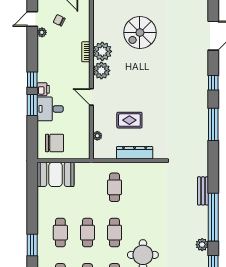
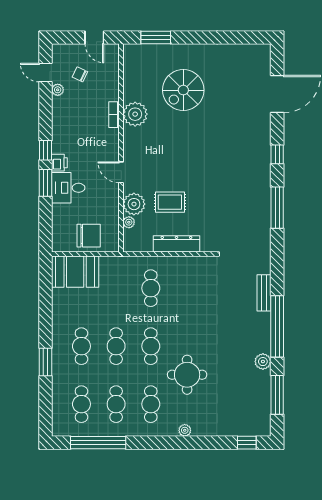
door: (32, 19) -> (45, 73), hinge flipped
plant: (101, 71) -> (134, 204), moved
chair: (55, 143) -> (89, 236), moved

